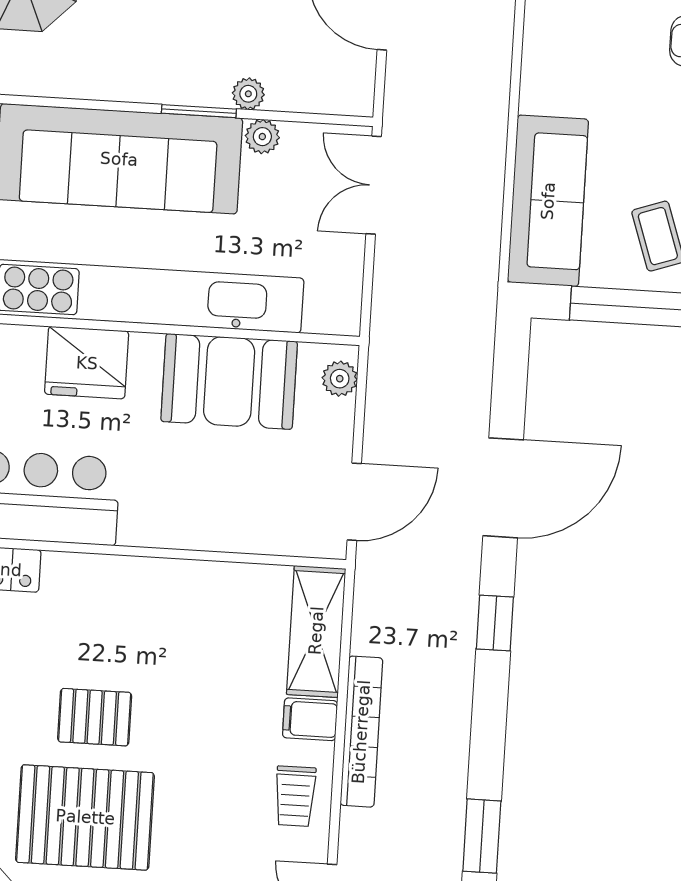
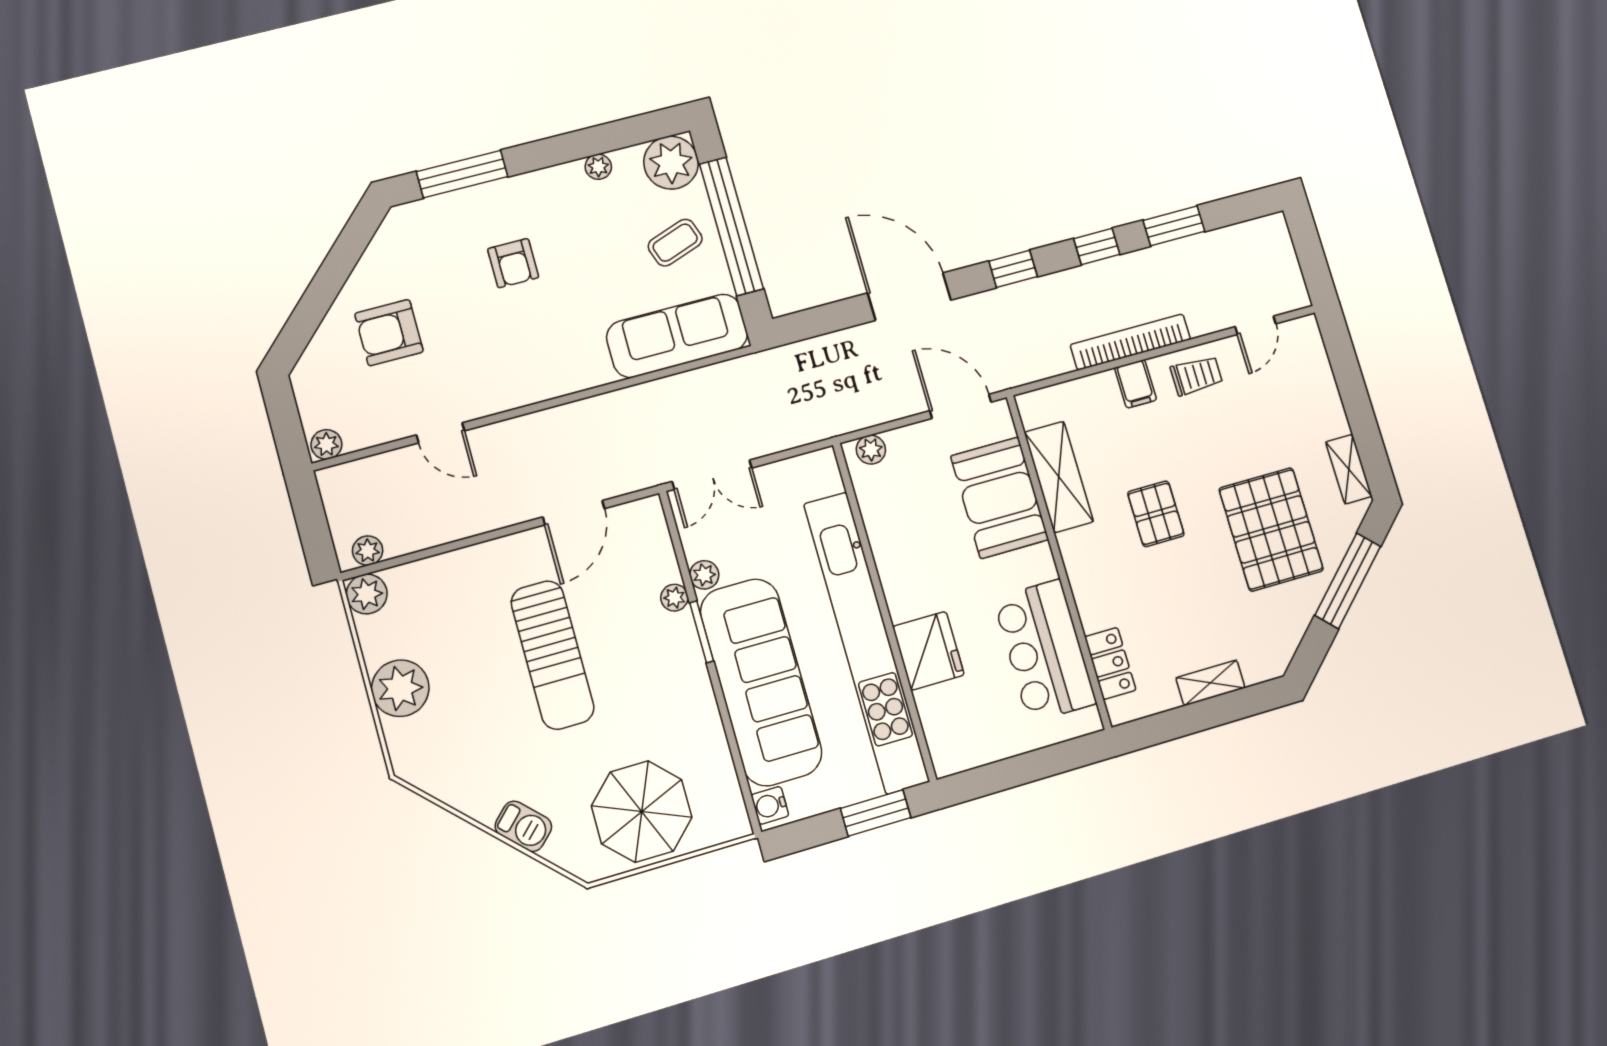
booth: (229, 381) -> (1000, 498), moved
shelving: (316, 631) -> (1059, 477), moved, turned 90
pallet: (95, 717) -> (1156, 514), moved
window: (488, 733) -> (1097, 246), added

